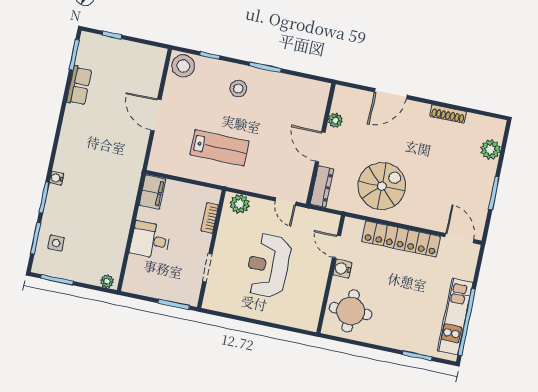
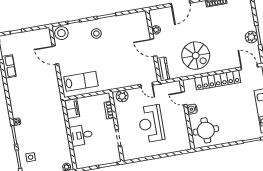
door: (156, 115) -> (55, 55), moved
lab bench: (220, 148) -> (81, 81), moved
plant: (491, 150) -> (251, 37), moved
spiral stairs: (382, 186) -> (196, 56), turned 90

